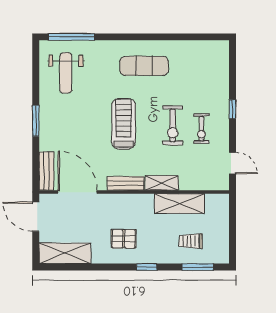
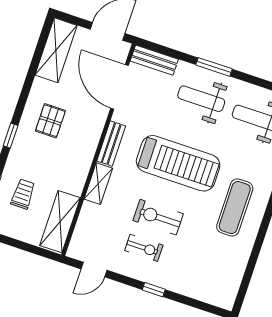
weight bench: (65, 123) -> (201, 99), added
treadmill: (124, 124) -> (178, 163), width x1.37, depth x1.38
exercise bike: (201, 129) -> (144, 248), turned 180
door: (78, 192) -> (119, 87), swing flipped
shelving: (179, 204) -> (60, 222), moved

